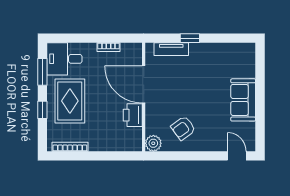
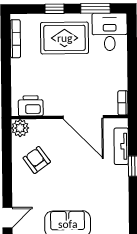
bookcase: (108, 47) -> (123, 103), moved
door: (144, 84) -> (83, 117), swing flipped
printer: (133, 115) -> (31, 106), moved

